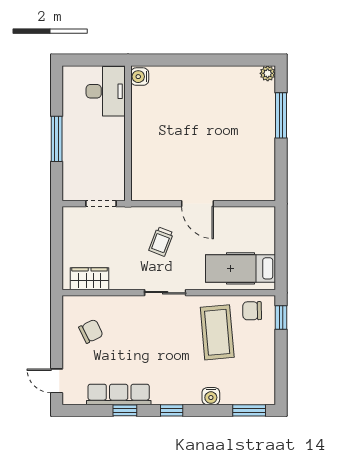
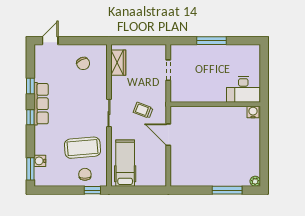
water cooler: (140, 77) -> (253, 112), moved
desk: (106, 91) -> (243, 89), moved
wall: (128, 133) -> (215, 104), moved
door: (198, 204) -> (168, 135), hinge flipped
chair: (252, 311) -> (85, 174), moved
row of seats: (119, 394) -> (41, 104), moved
water cooler: (211, 396) -> (40, 161), moved

